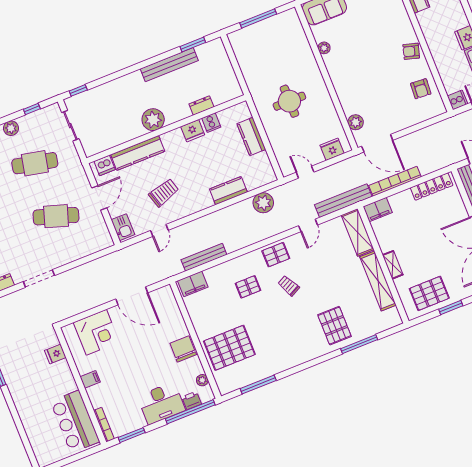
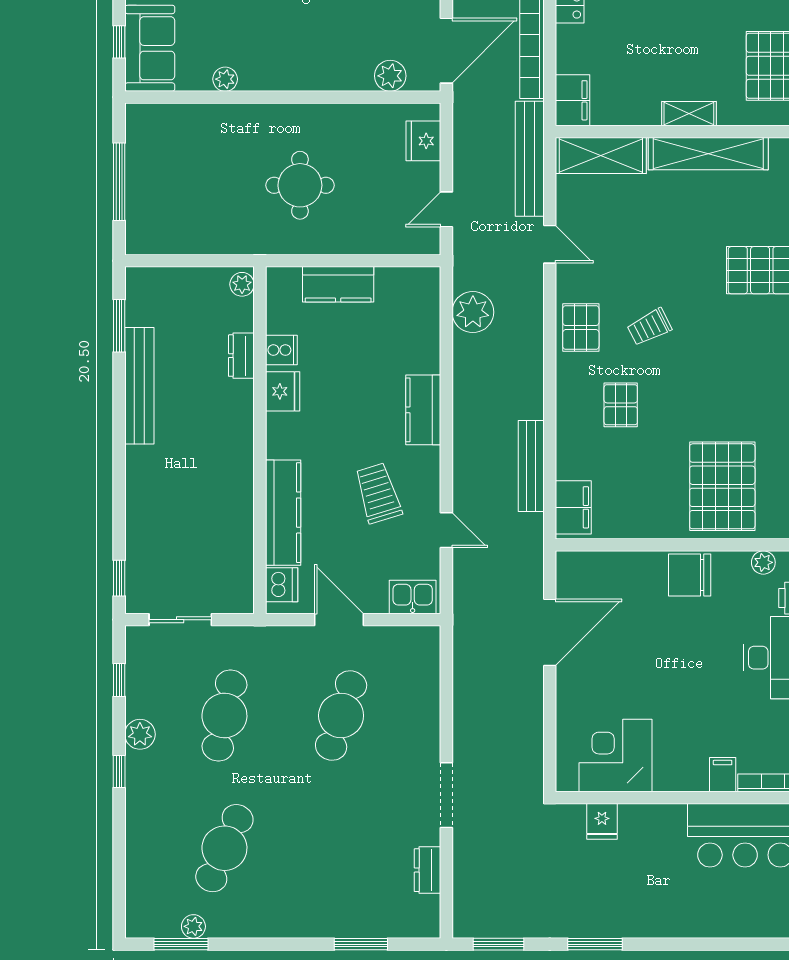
plant: (153, 120) -> (242, 284), moved, width x0.53, depth x0.53
kitchen counter: (228, 191) -> (423, 410), moved
corner desk: (96, 332) -> (616, 755), moved, turned -90
filing cabinet: (90, 379) -> (723, 775), moved

